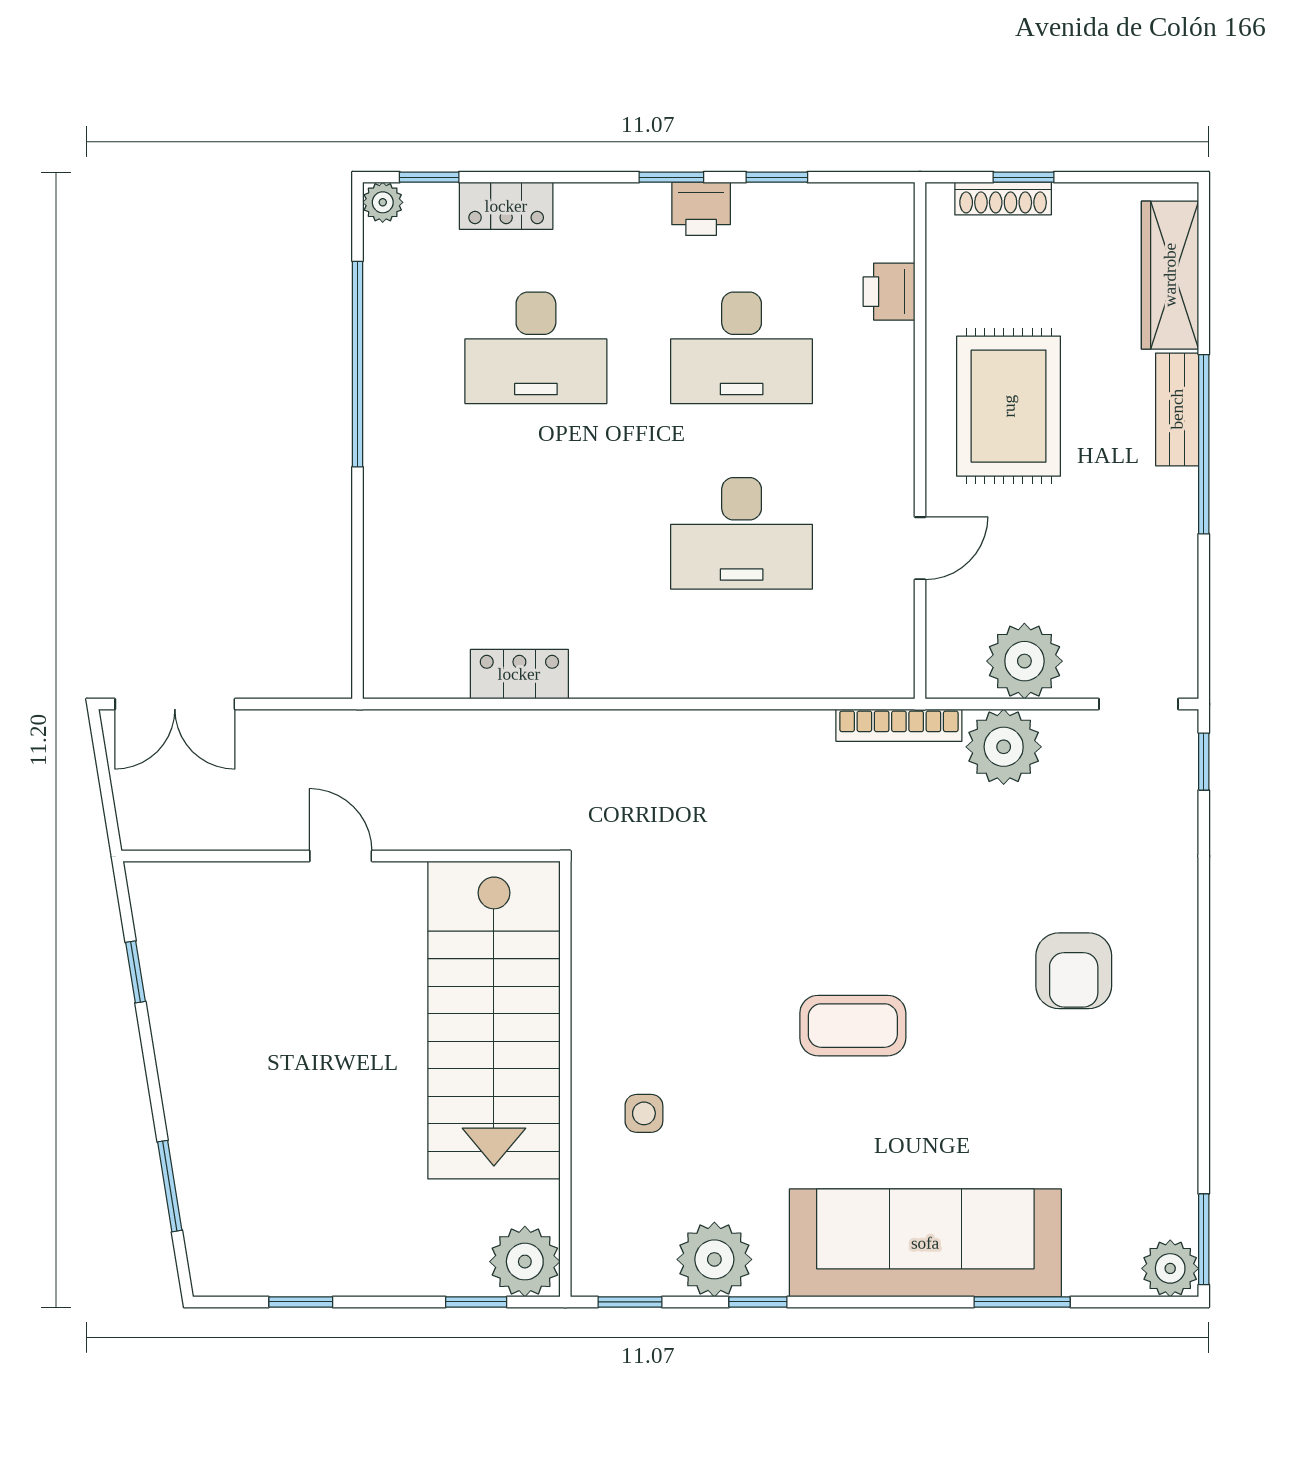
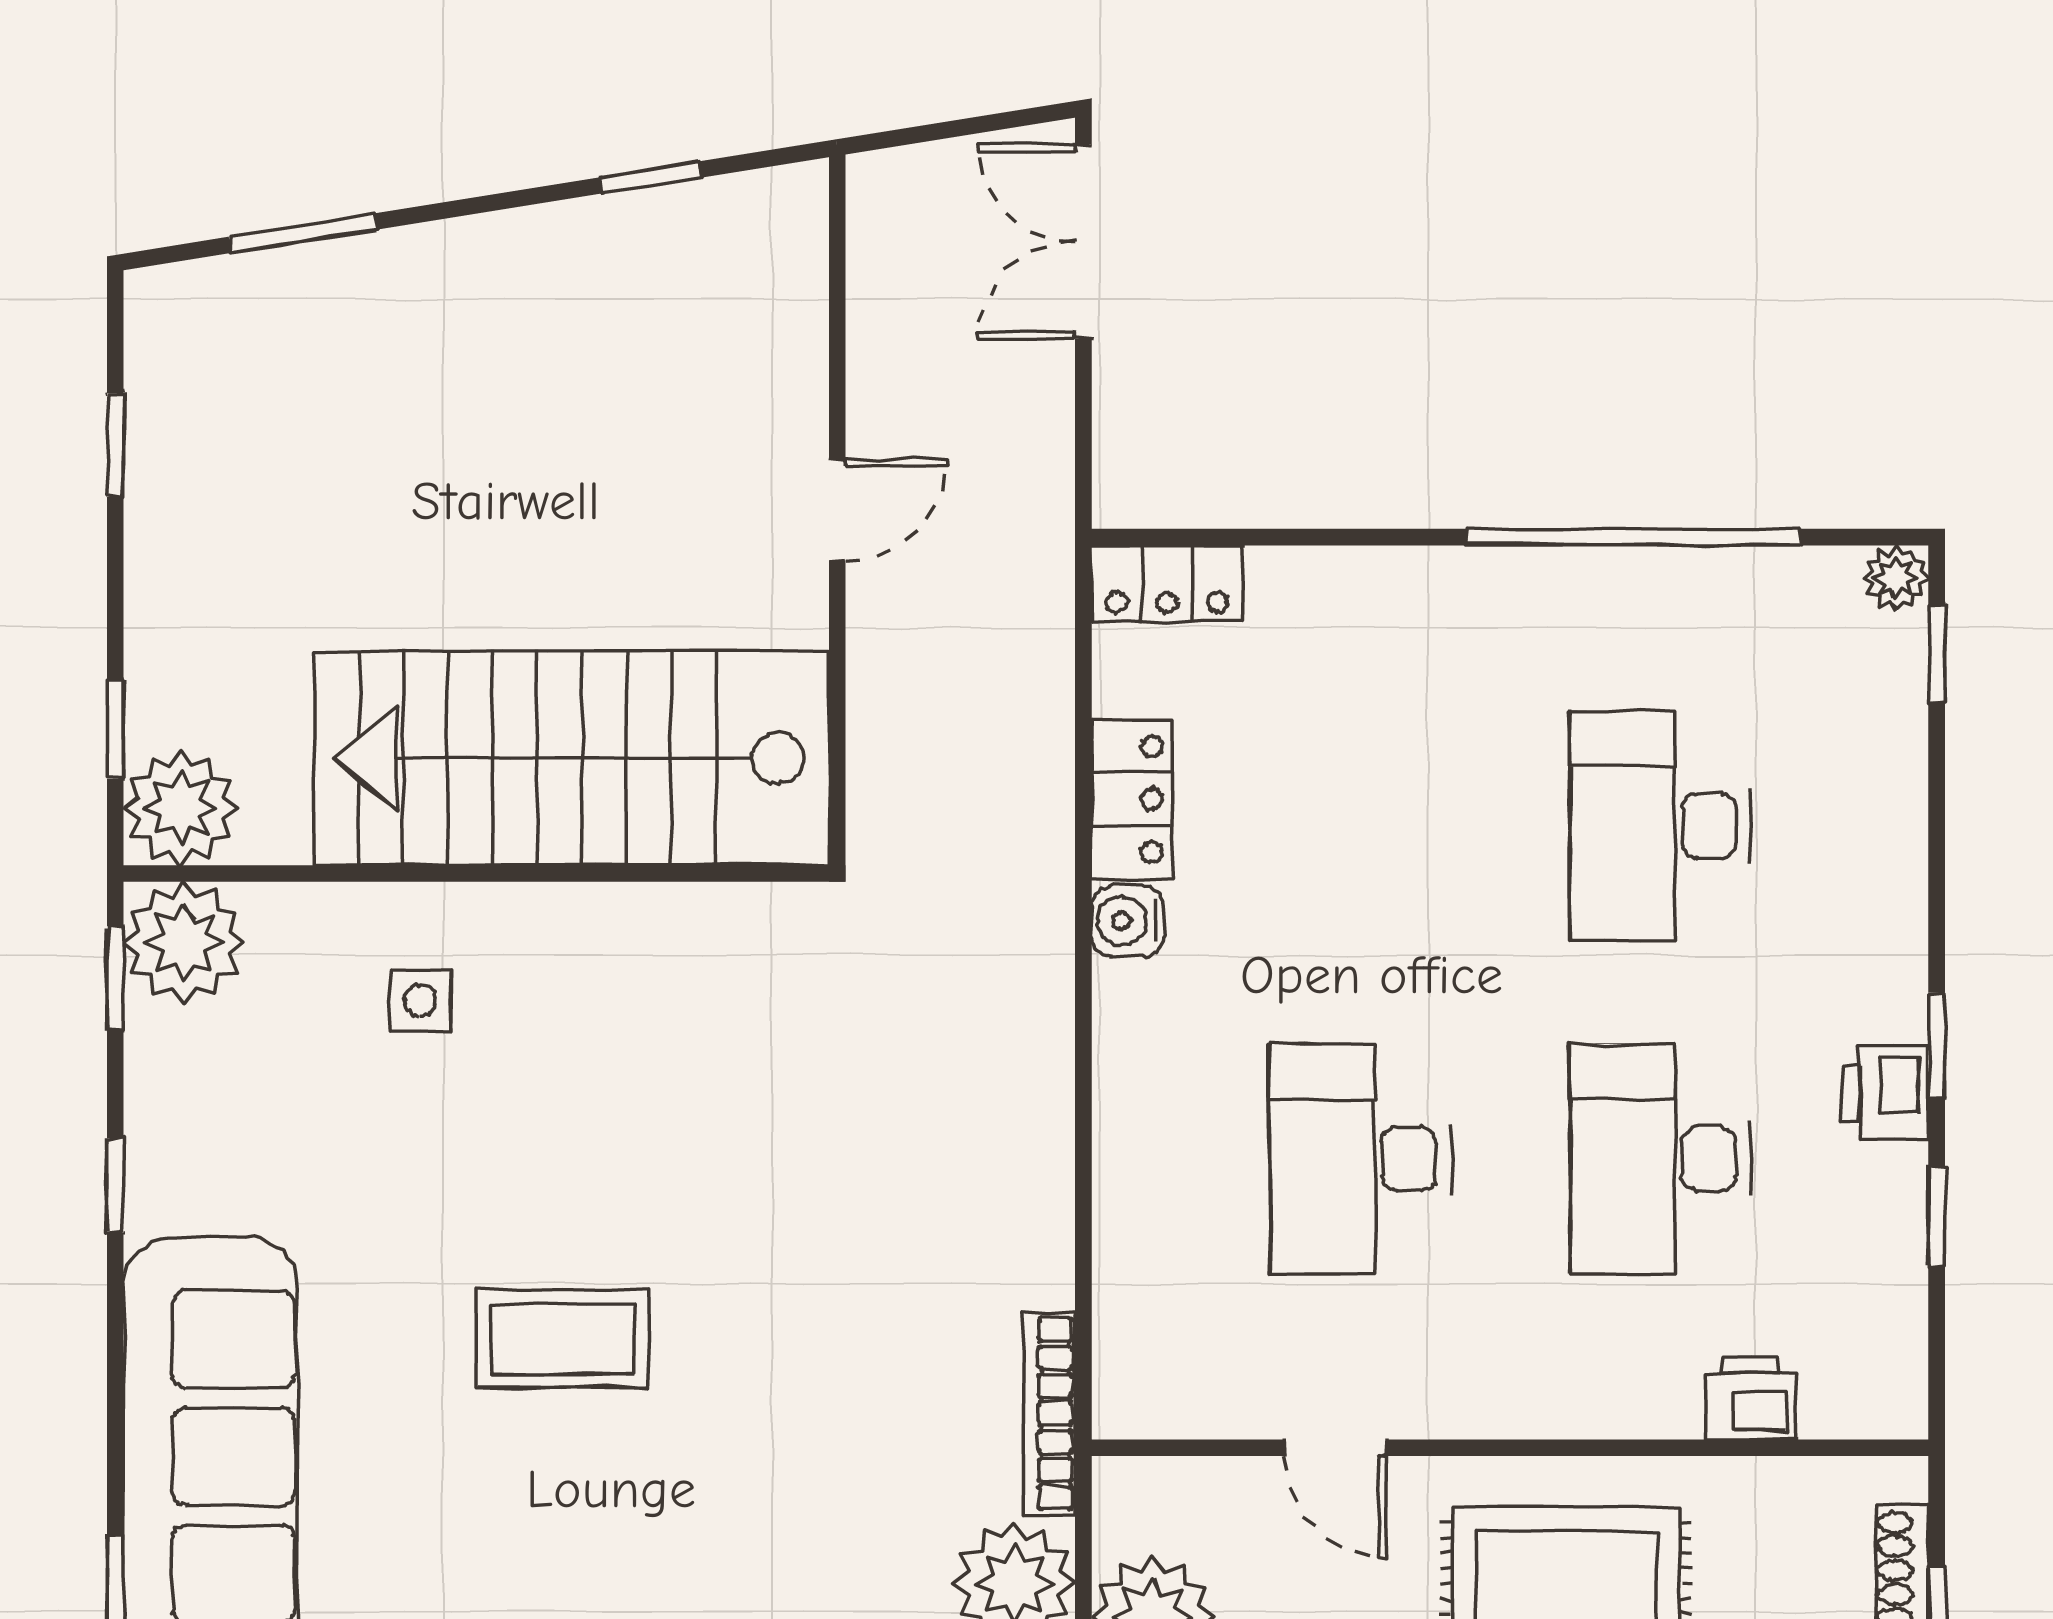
locker: (506, 206) -> (1167, 584), moved, turned -90
water cooler: (595, 677) -> (1128, 921), added
coffee table: (853, 1026) -> (563, 1339), turned 90
plant: (714, 1259) -> (184, 942), moved

